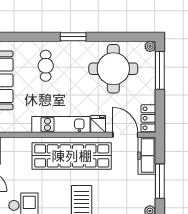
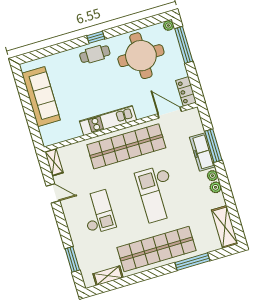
window: (73, 37) -> (96, 37), width x0.67
cafe table: (46, 66) -> (95, 54), moved, turned 90
fridge: (98, 124) -> (142, 110), removed
freezer: (147, 156) -> (202, 152), moved

